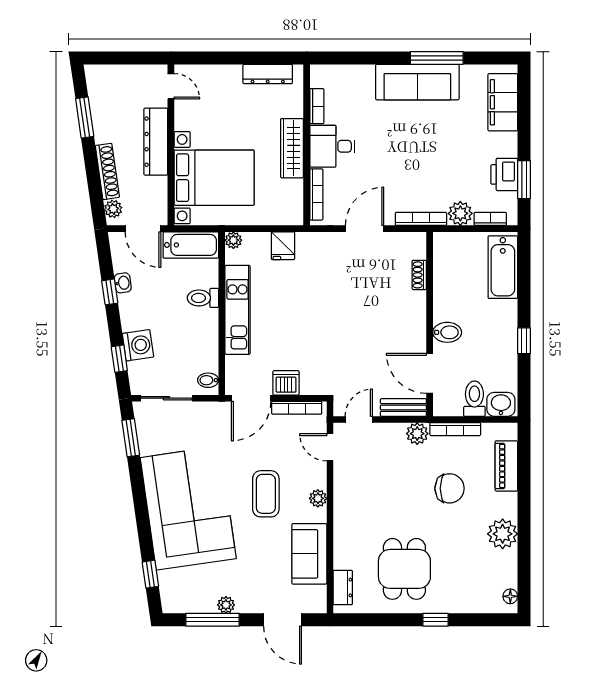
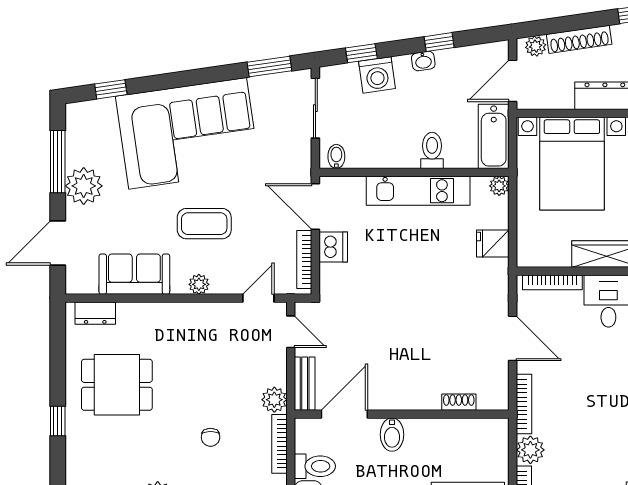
washbasin: (123, 283) -> (423, 61), moved
chair: (450, 488) -> (211, 437), width x0.54, depth x0.54
plant: (226, 605) -> (84, 186), width x1.88, depth x1.88

